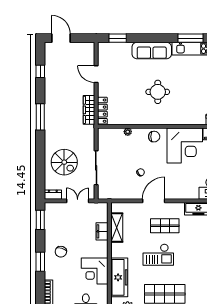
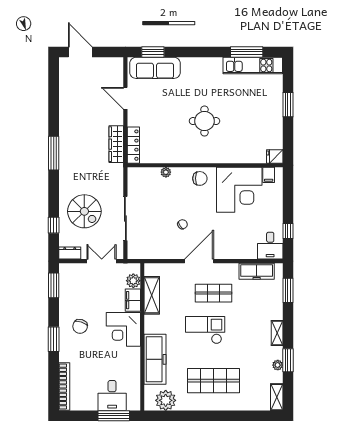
sofa: (152, 50) -> (155, 68), moved
window: (40, 71) -> (54, 225), moved
plant: (102, 216) -> (133, 281), added
checkout: (158, 255) -> (205, 330), turned 180
corner desk: (95, 271) -> (123, 329), moved

